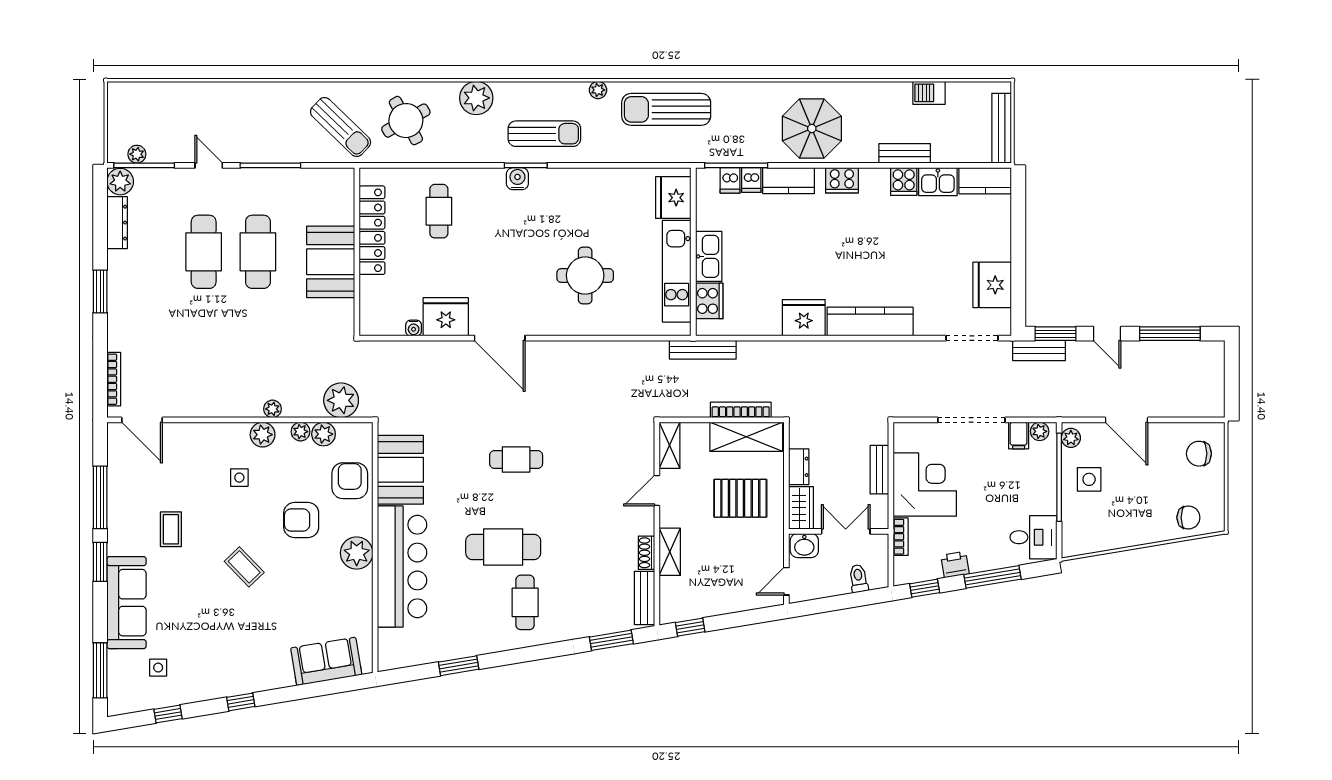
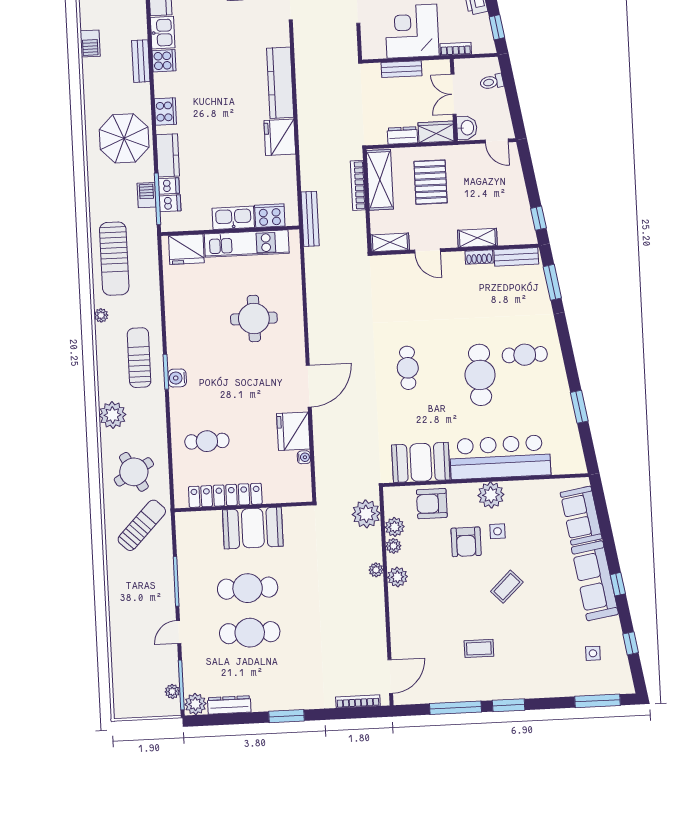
barbecue: (741, 152) -> (147, 195), added
side table: (239, 478) -> (498, 531), moved
sofa: (127, 603) -> (595, 581), moved, turned -99

